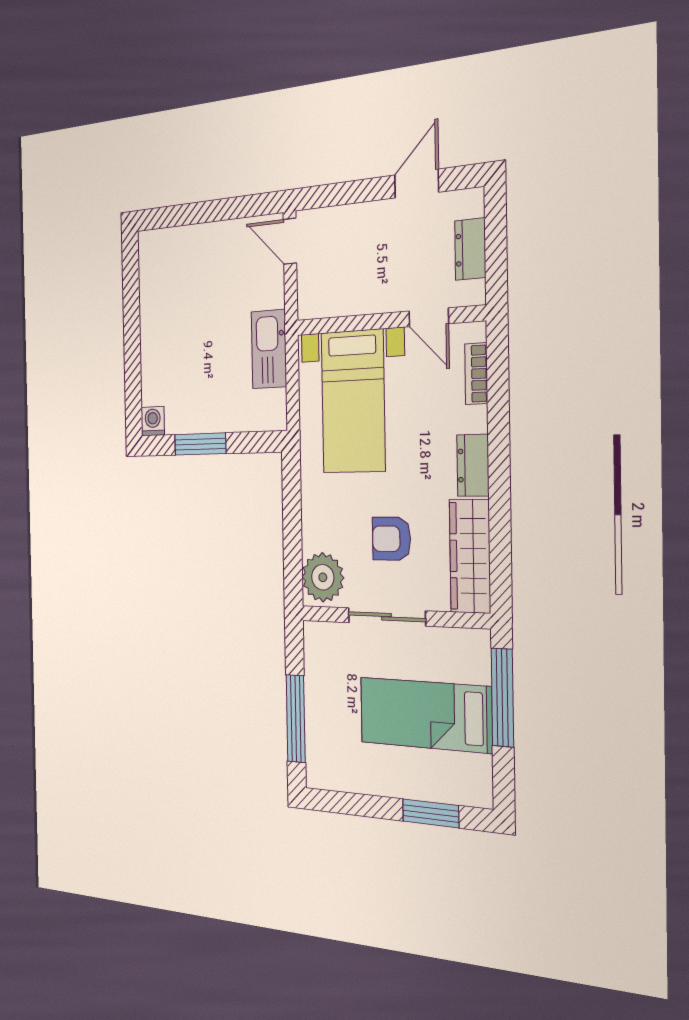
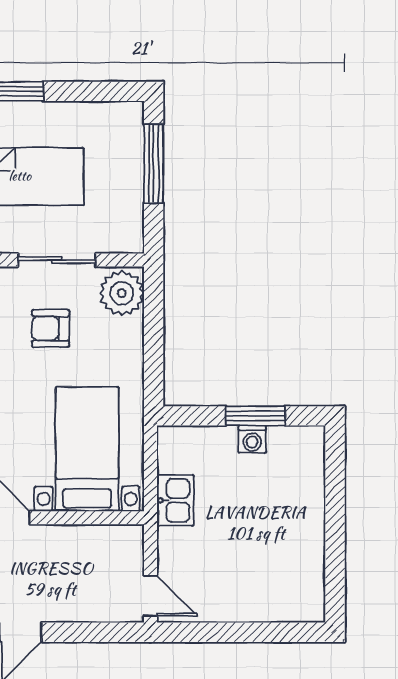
kitchen sink: (269, 349) -> (175, 500), width x0.73
washing machine: (153, 421) -> (252, 439), moved
armchair: (391, 539) -> (51, 328), turned 180

